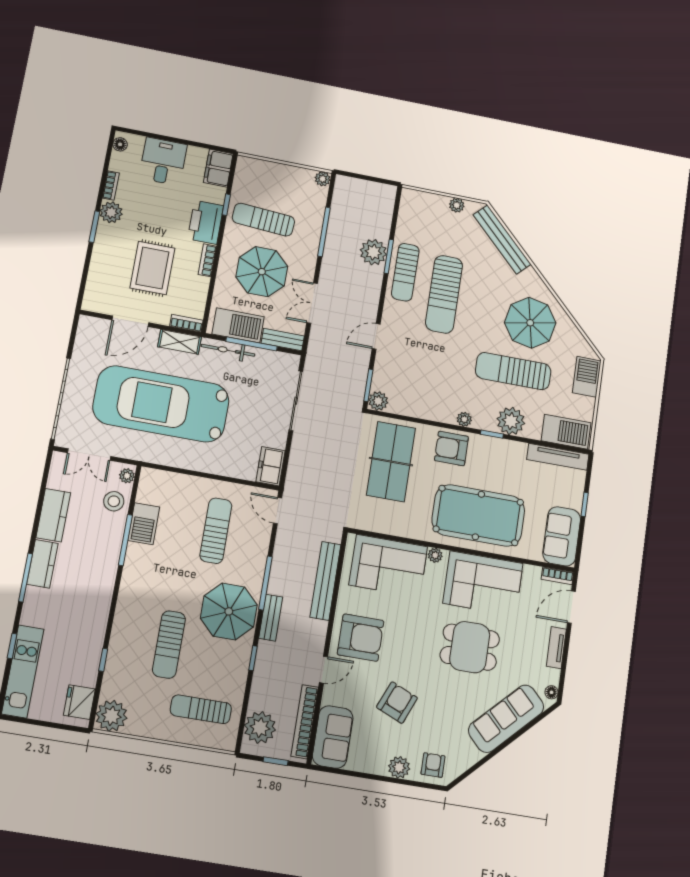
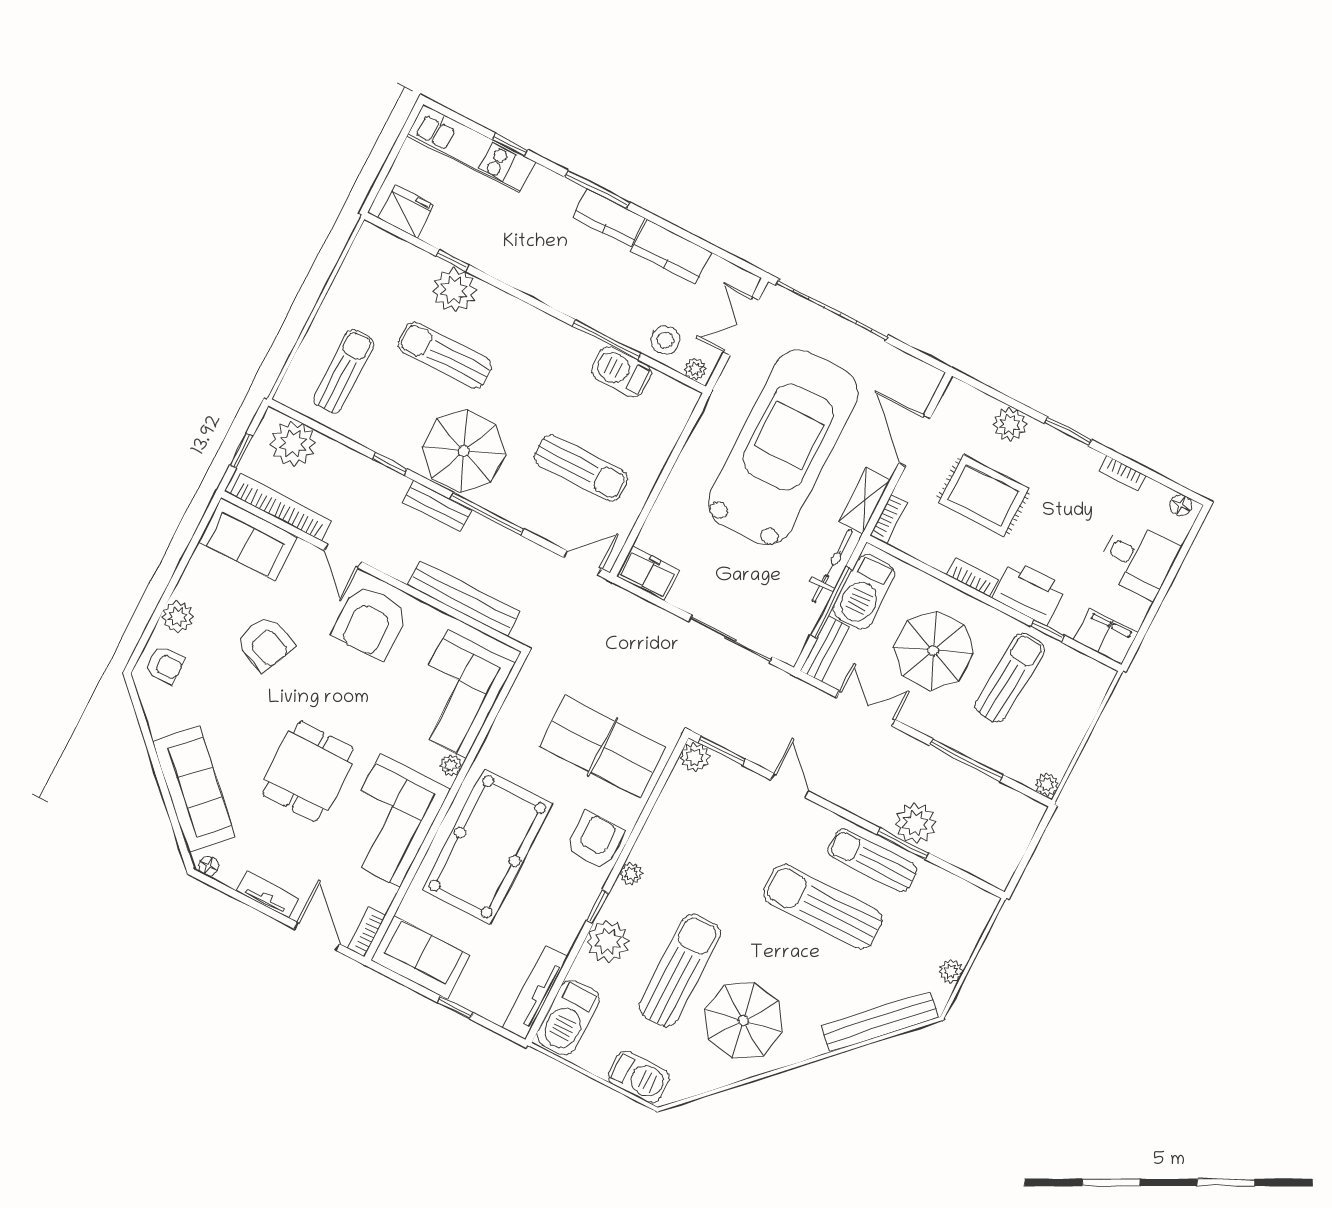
plant: (111, 212) -> (1010, 424), moved
plant: (111, 716) -> (454, 290), moved

